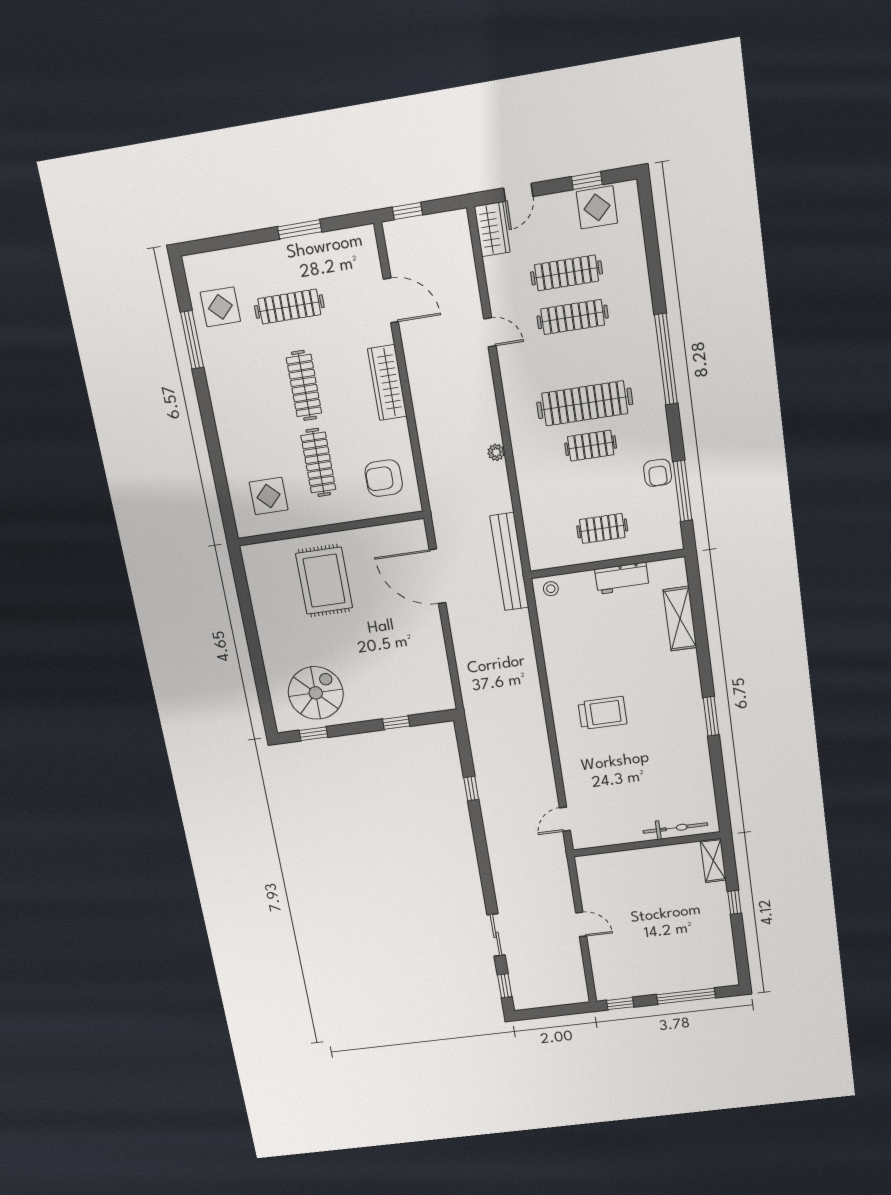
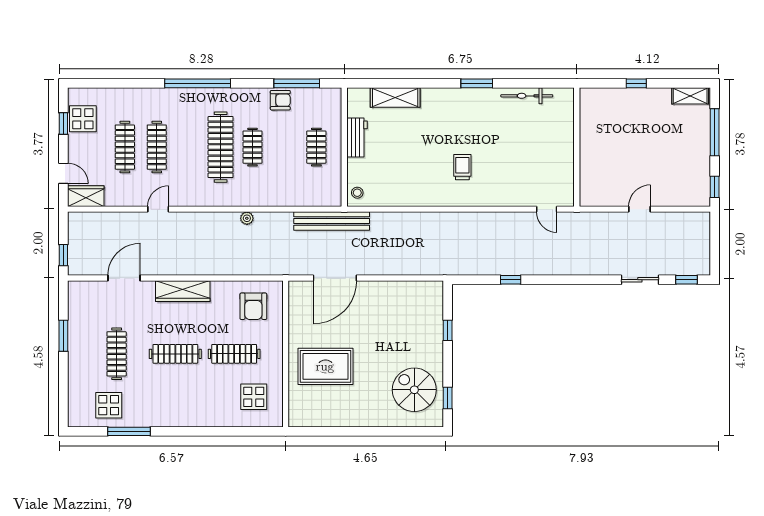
trolley: (602, 713) -> (462, 167), width x0.73, depth x0.72
bicycle: (675, 828) -> (527, 96), moved, turned -90
shelving: (713, 860) -> (690, 96), moved

